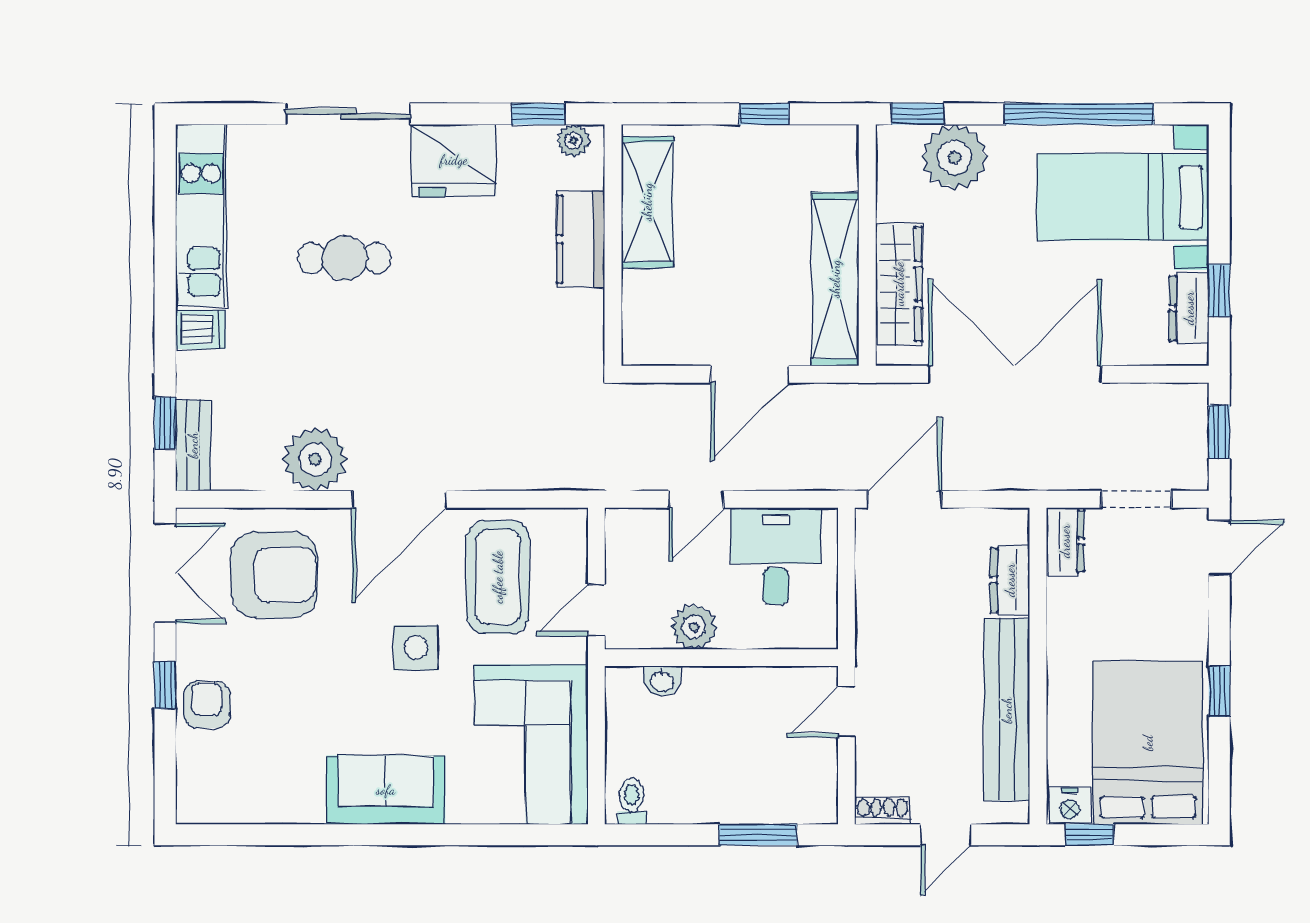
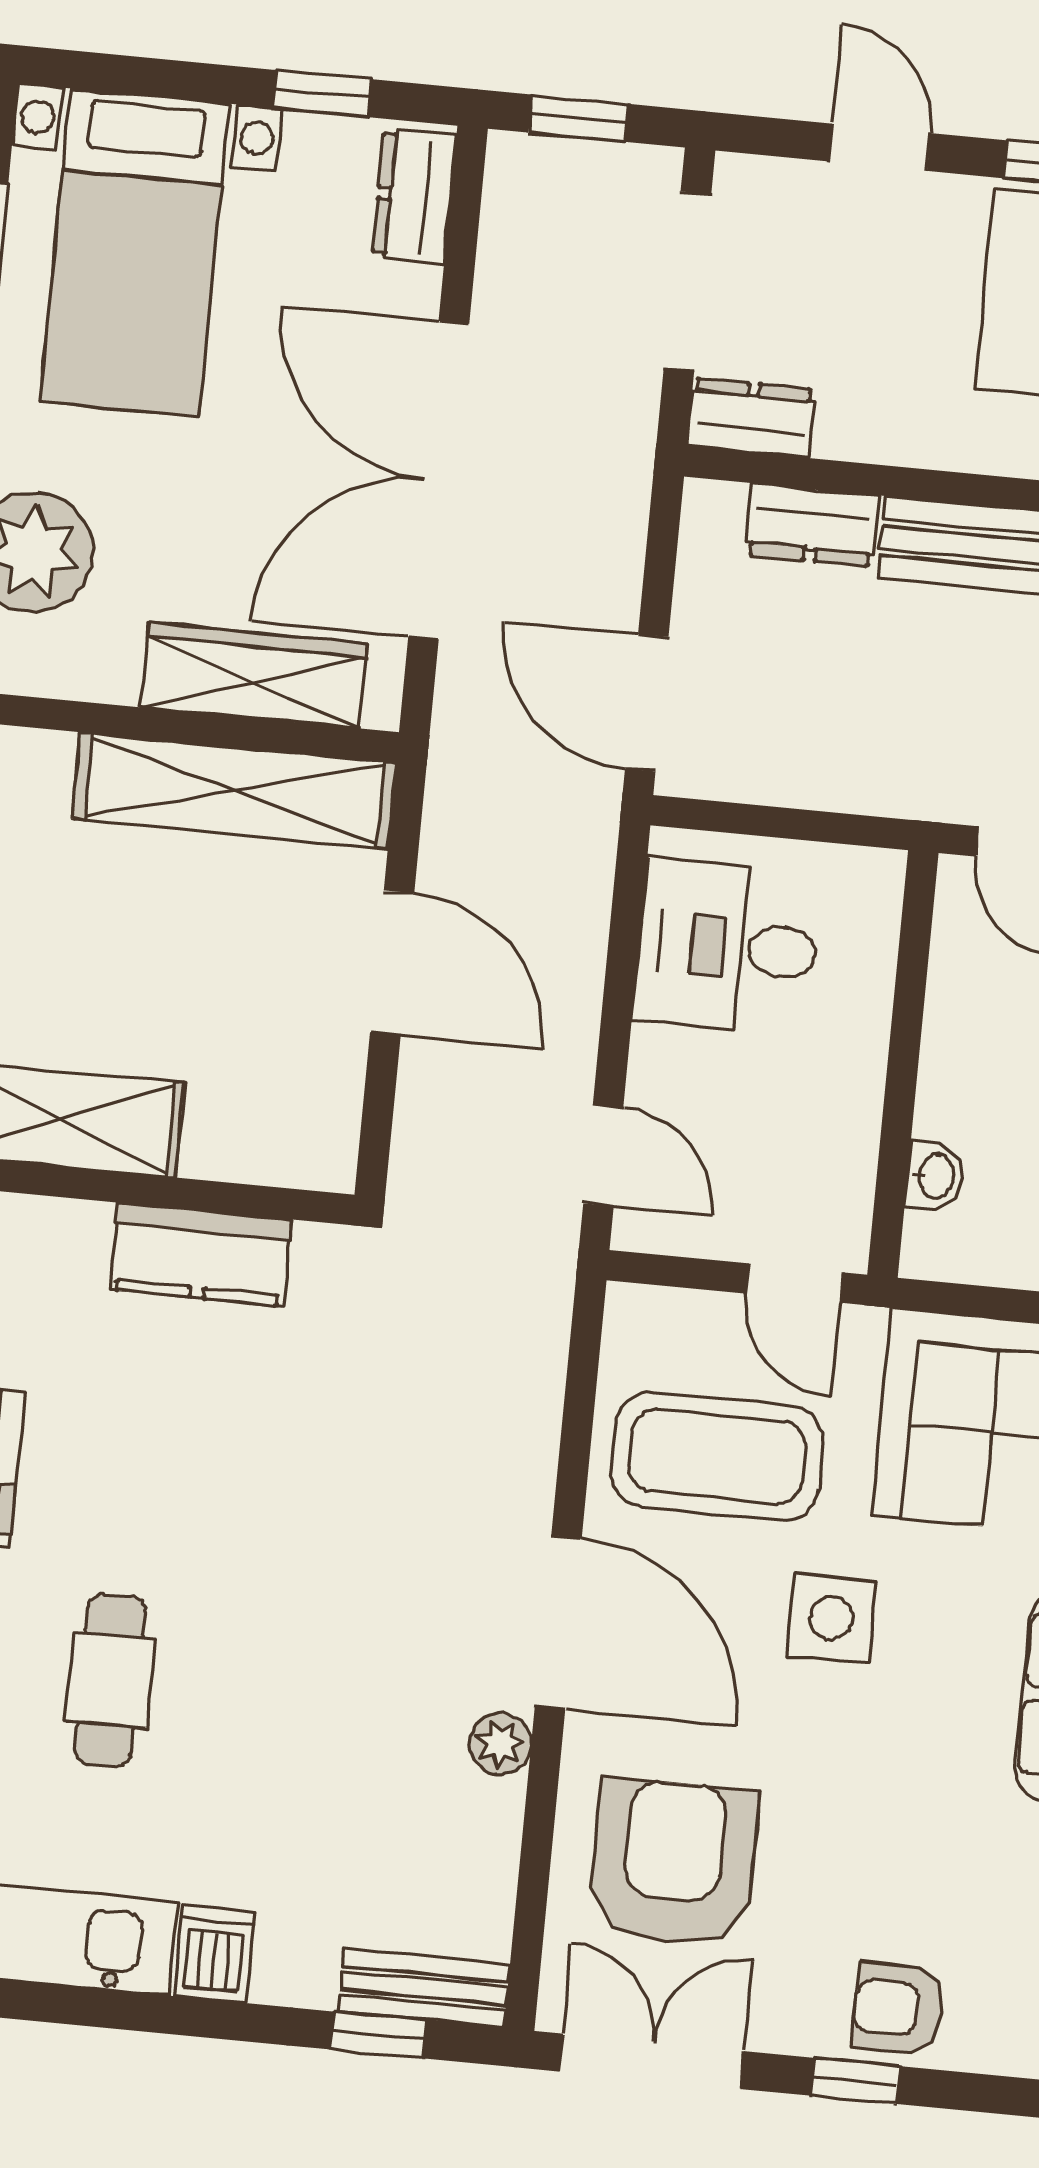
kitchen counter: (581, 239) -> (201, 1254), moved
dresser: (1189, 308) -> (414, 196), moved, turned 90
plant: (315, 459) -> (500, 1744), width x0.53, depth x0.53
door: (696, 499) -> (603, 1156), moved
doorway: (1136, 499) -> (687, 281), width x1.38
door: (1219, 548) -> (879, 147), moved
plant: (694, 627) -> (842, 1109), removed

